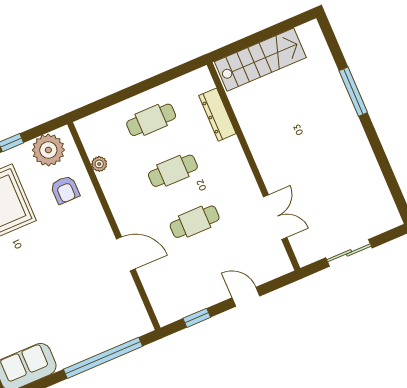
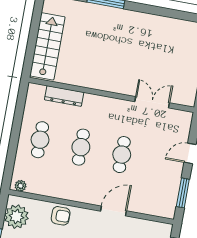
plant: (99, 164) -> (20, 186), moved
armchair: (65, 190) -> (61, 216), moved
window: (197, 318) -> (183, 193), width x1.50

